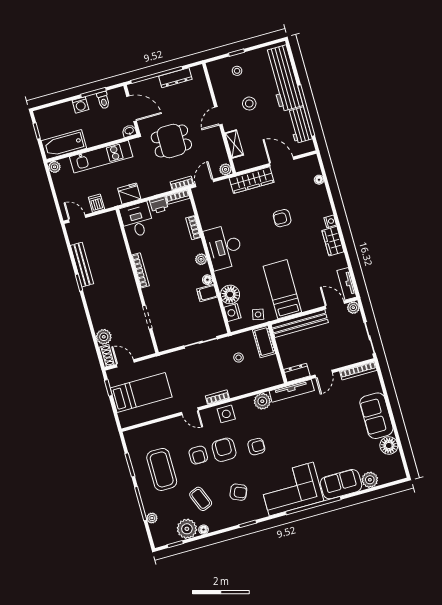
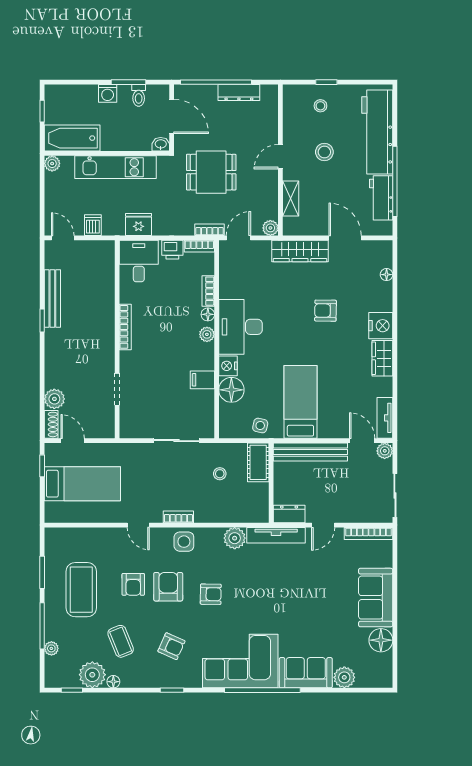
nightstand: (330, 221) -> (381, 326), width x1.89, depth x1.79
floor lamp: (207, 280) -> (208, 314), moved
nightstand: (232, 313) -> (228, 366), moved

